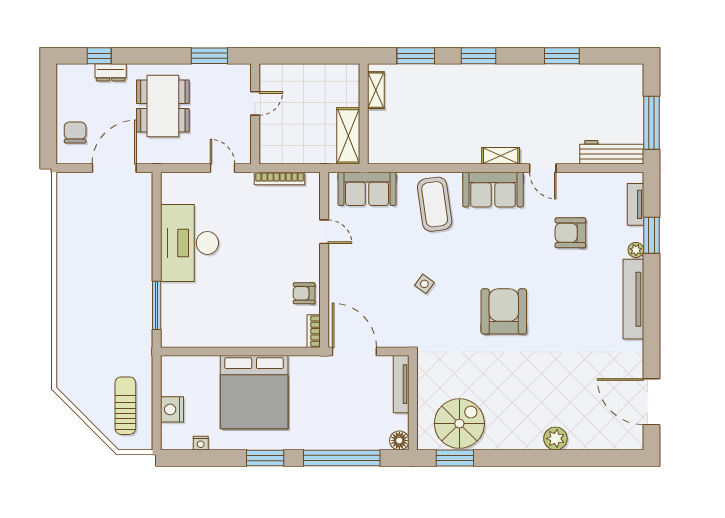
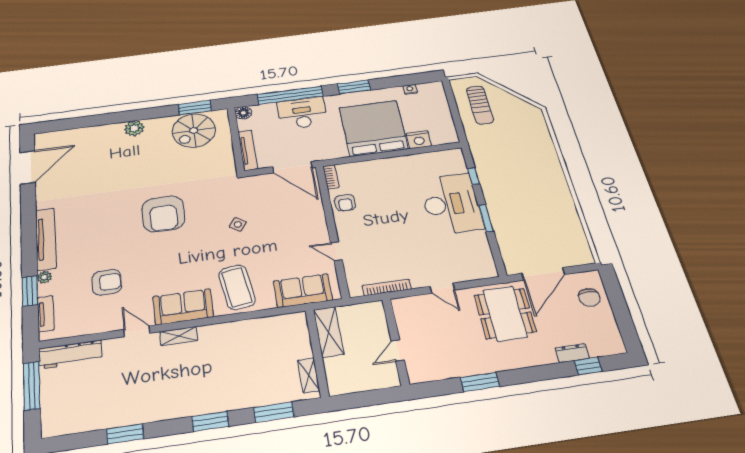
door: (255, 103) -> (398, 350), moved
dining table: (163, 106) -> (505, 313), moved
wall: (255, 114) -> (396, 341), moved
desk: (189, 243) -> (451, 204), moved
window: (157, 248) -> (486, 218), added
armchair: (304, 293) -> (345, 203), turned 90
window: (157, 305) -> (474, 176), width x0.46
door: (651, 402) -> (28, 167), hinge flipped
nightstand: (172, 409) -> (419, 140), moved, turned 90
desk: (332, 428) -> (302, 113), added
plant: (555, 439) -> (134, 128), moved

